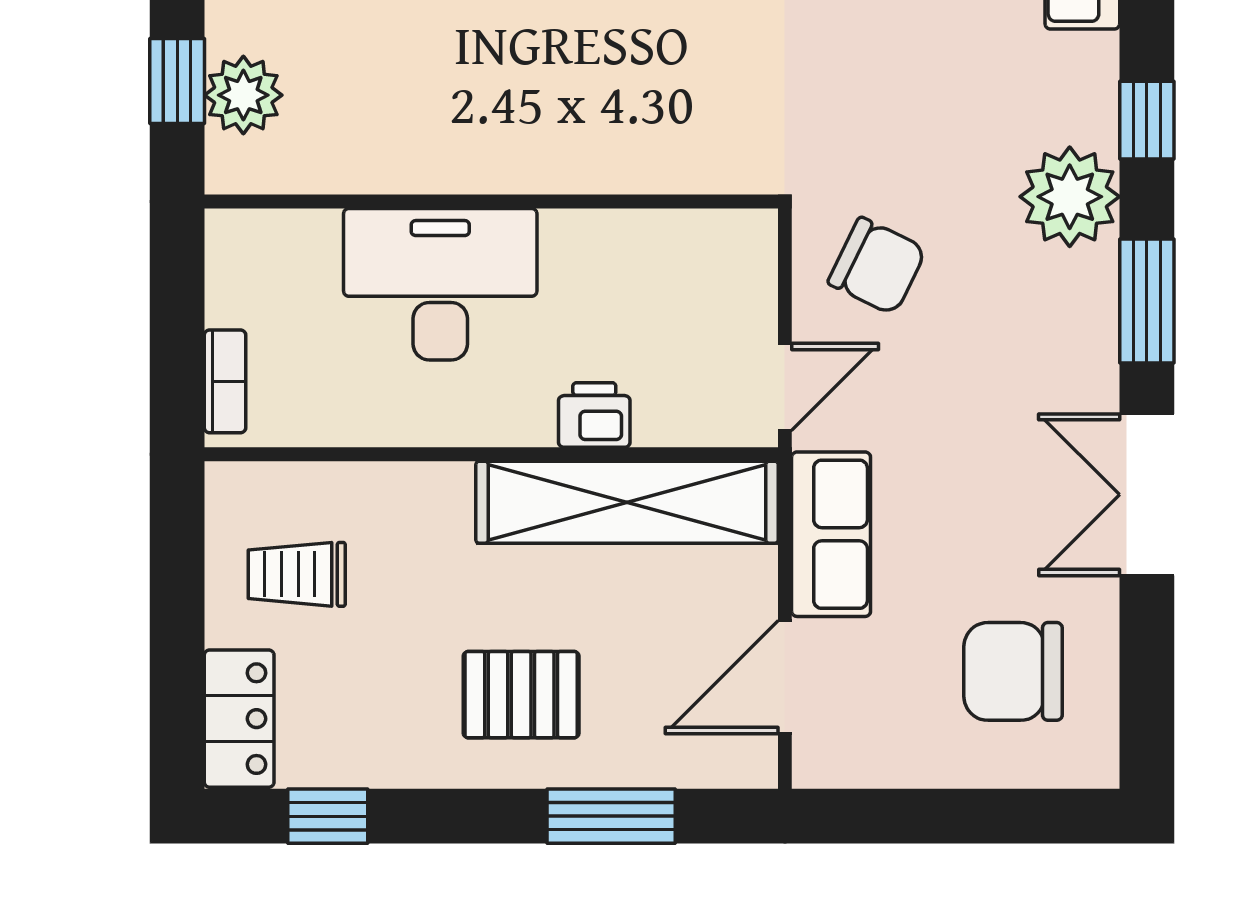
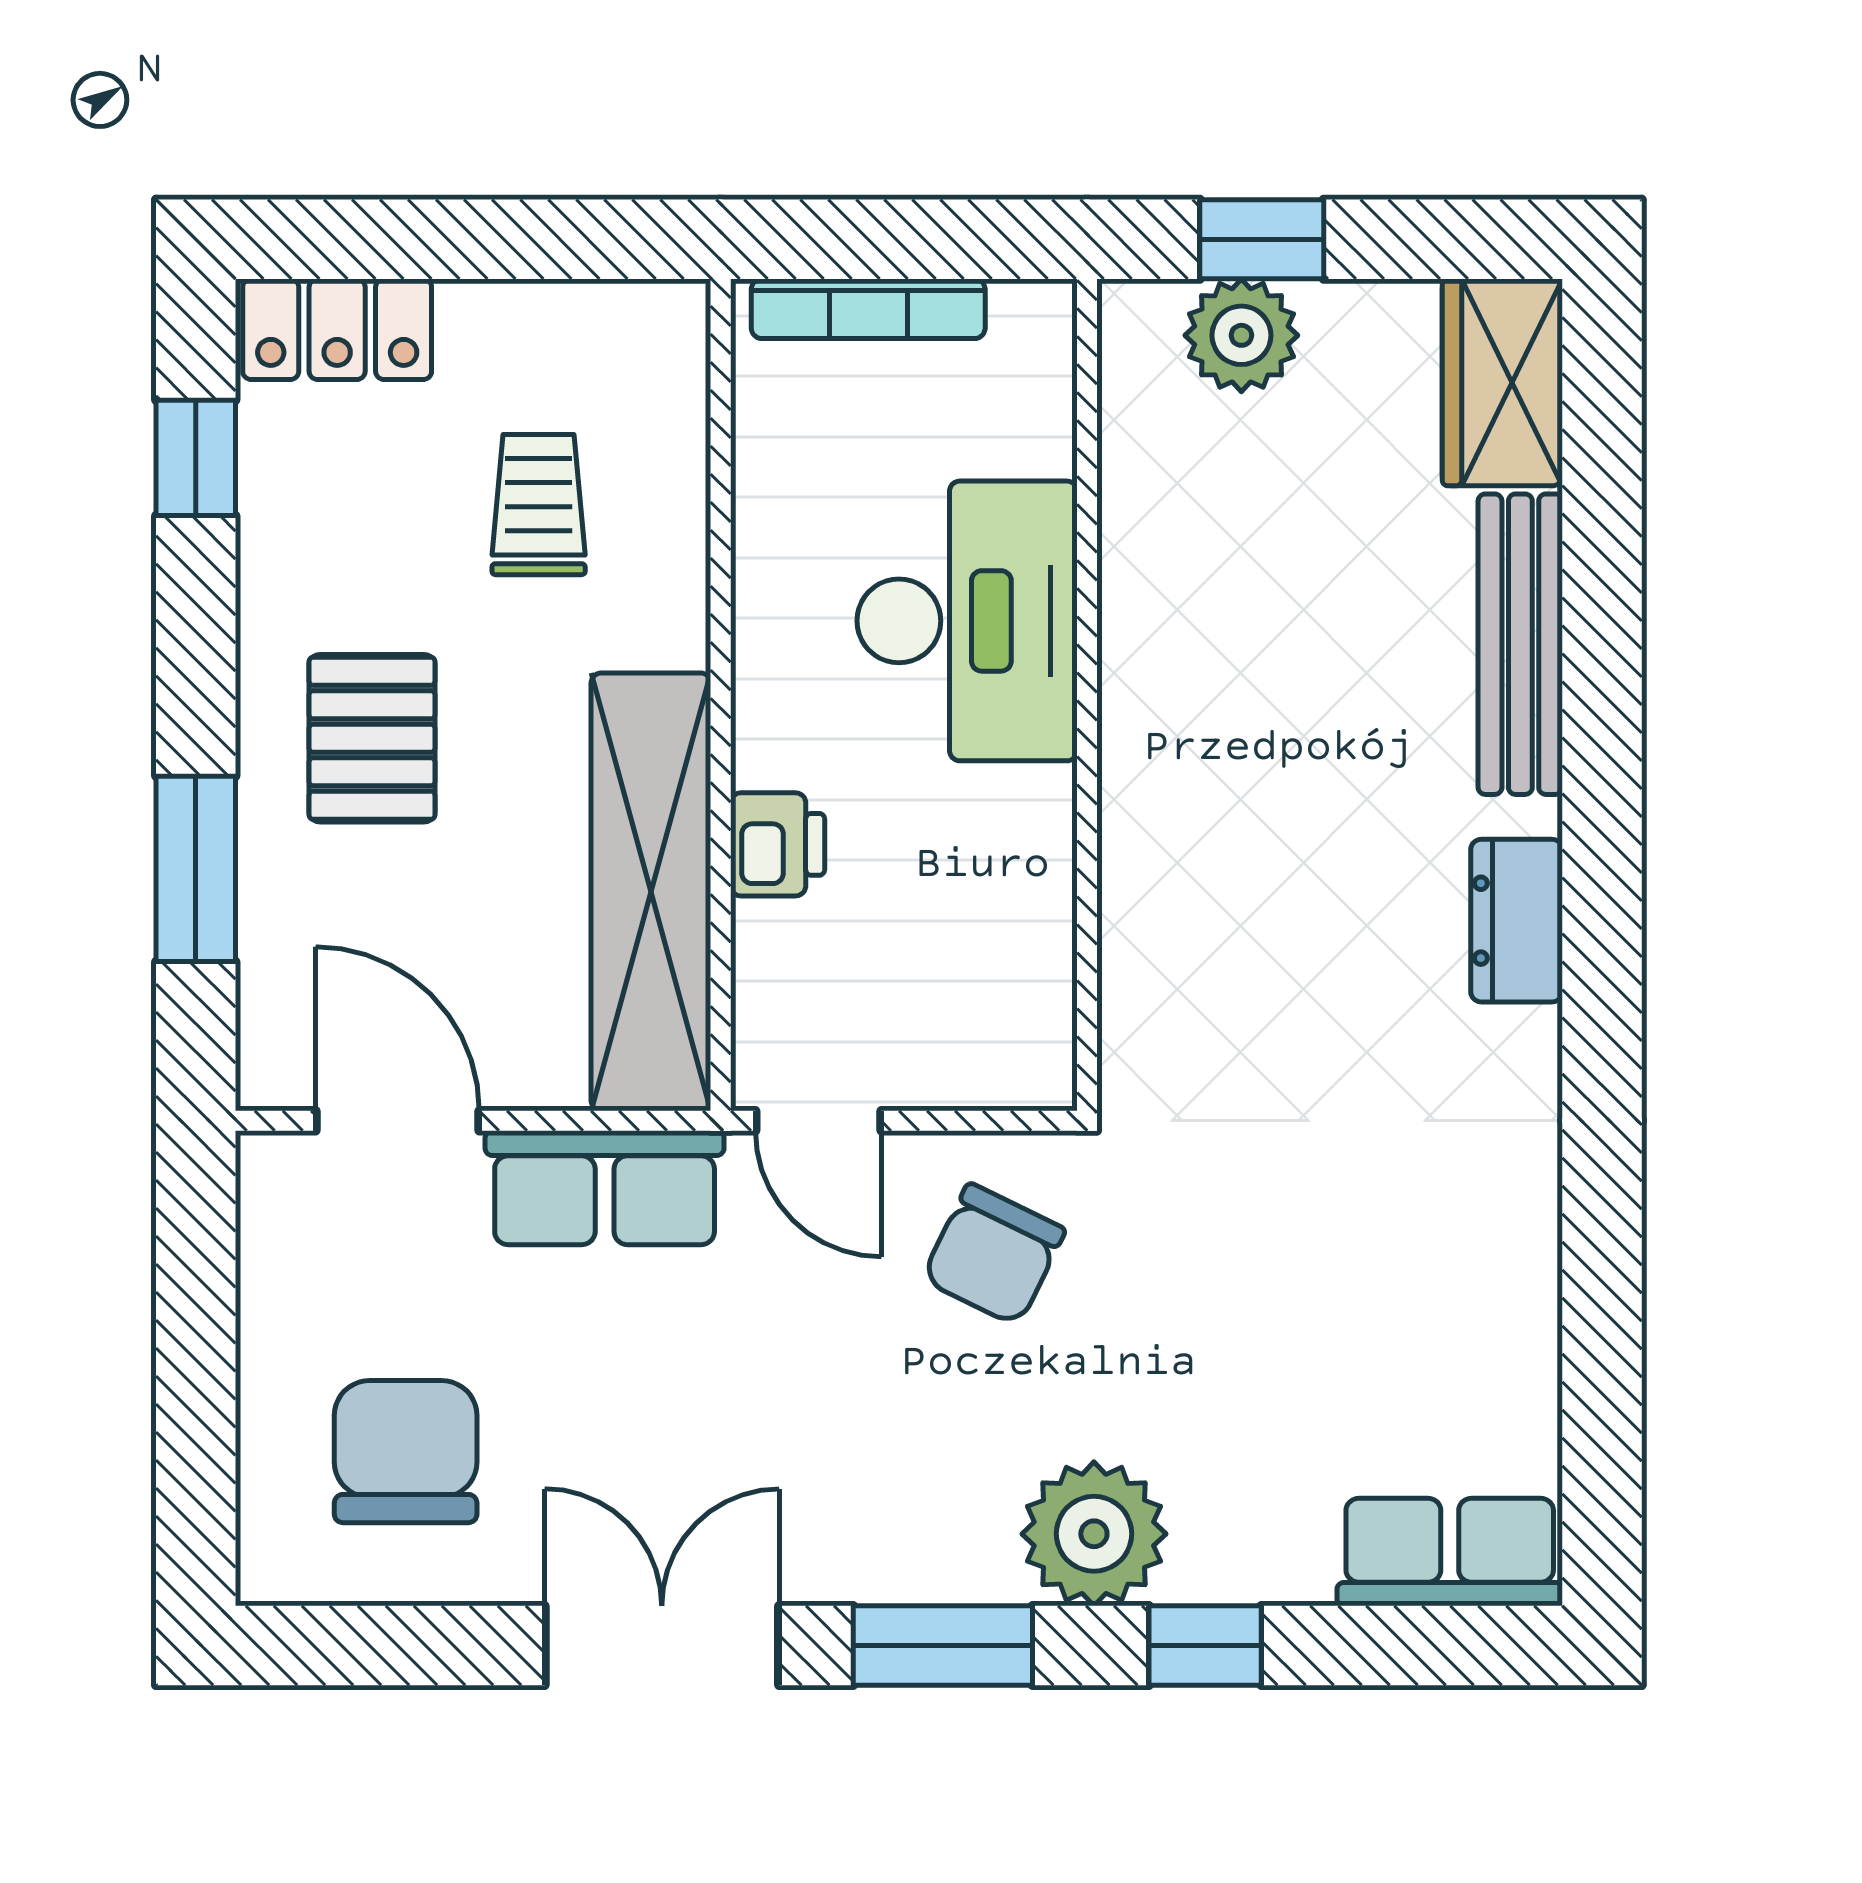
bookcase: (225, 381) -> (868, 309), width x1.56
trolley: (297, 574) -> (539, 505), moved

